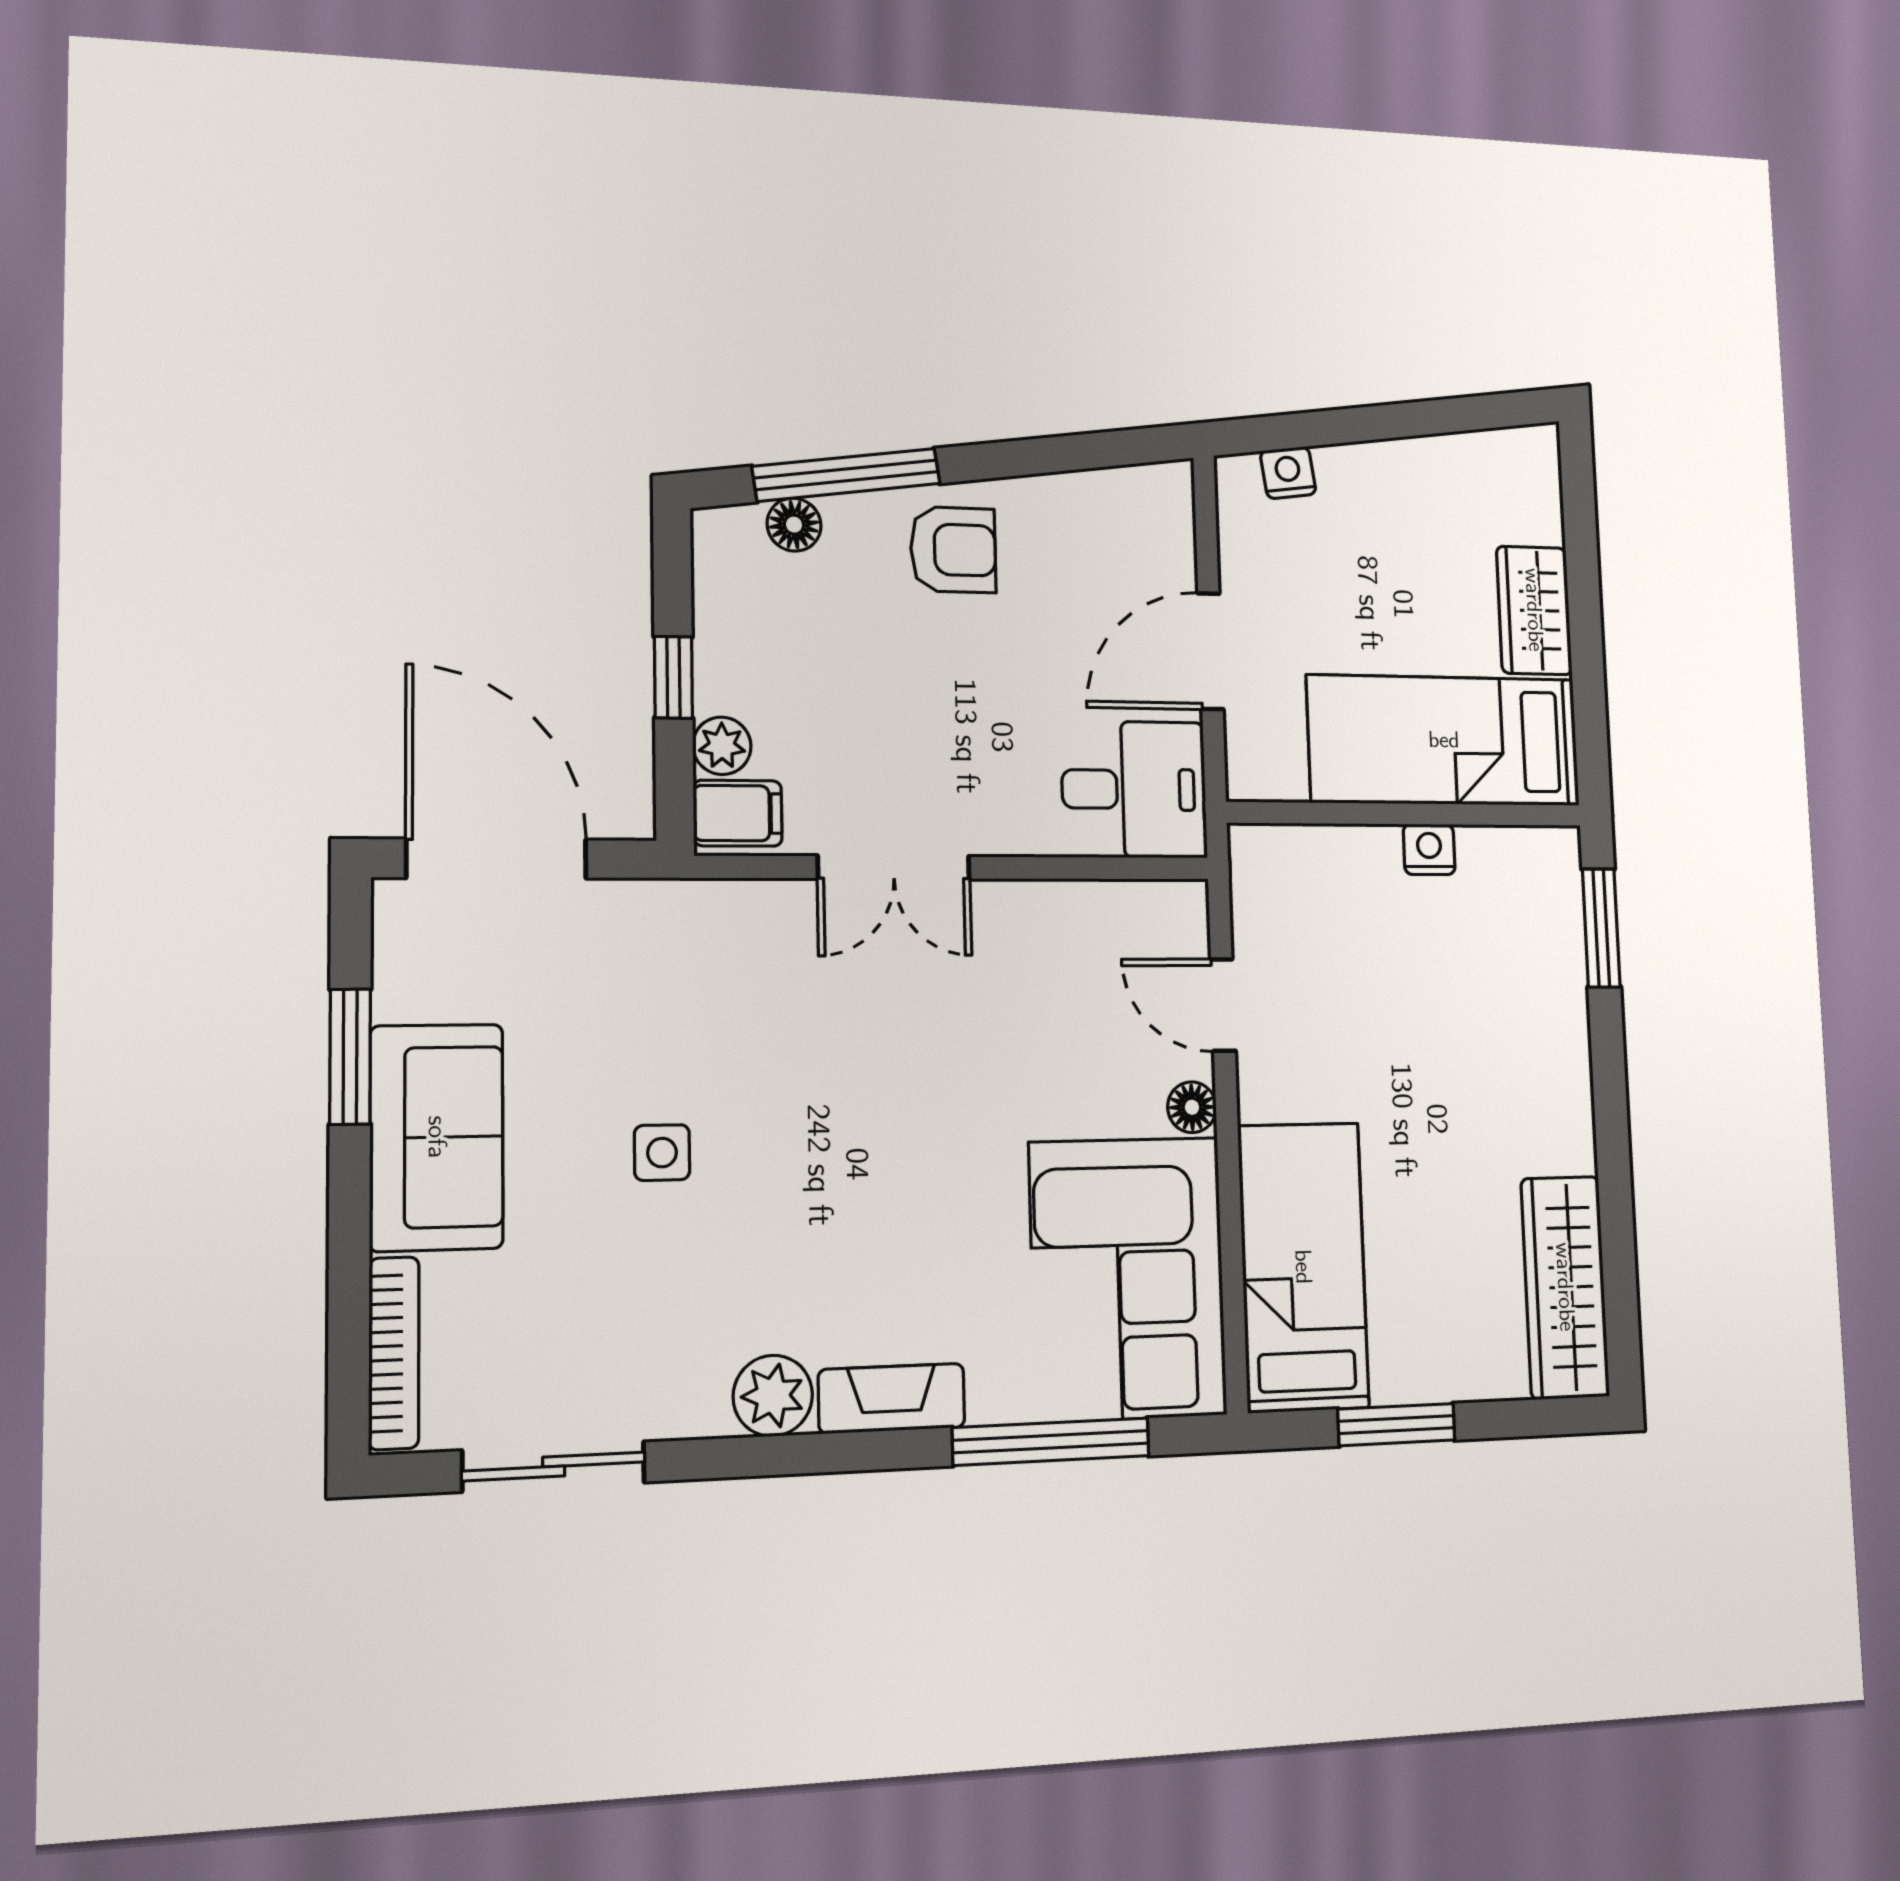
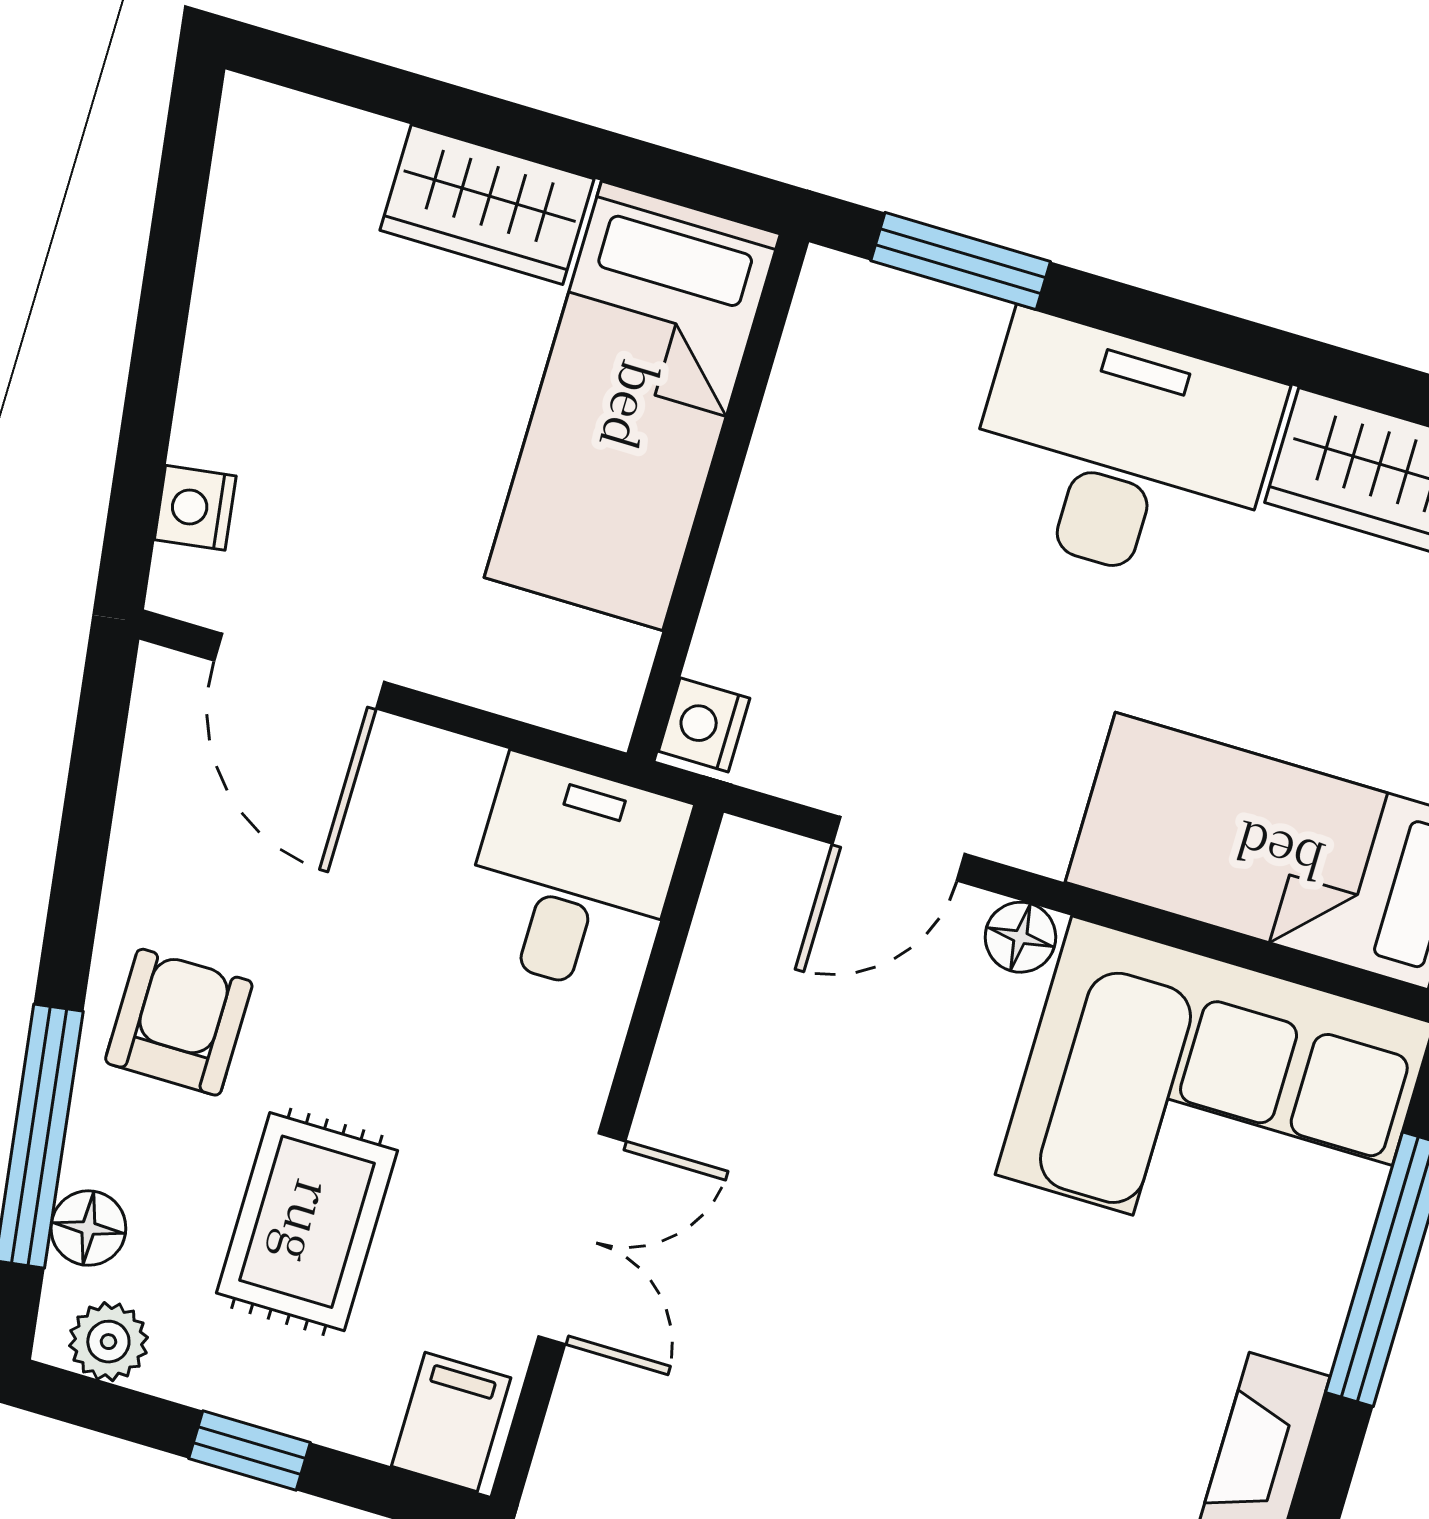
door: (1210, 651) -> (299, 671), moved
rug: (846, 674) -> (307, 1222), added
plant: (722, 746) -> (108, 1342), moved
nightstand: (1429, 849) -> (704, 725), moved
desk: (1521, 1073) -> (1122, 452), added

